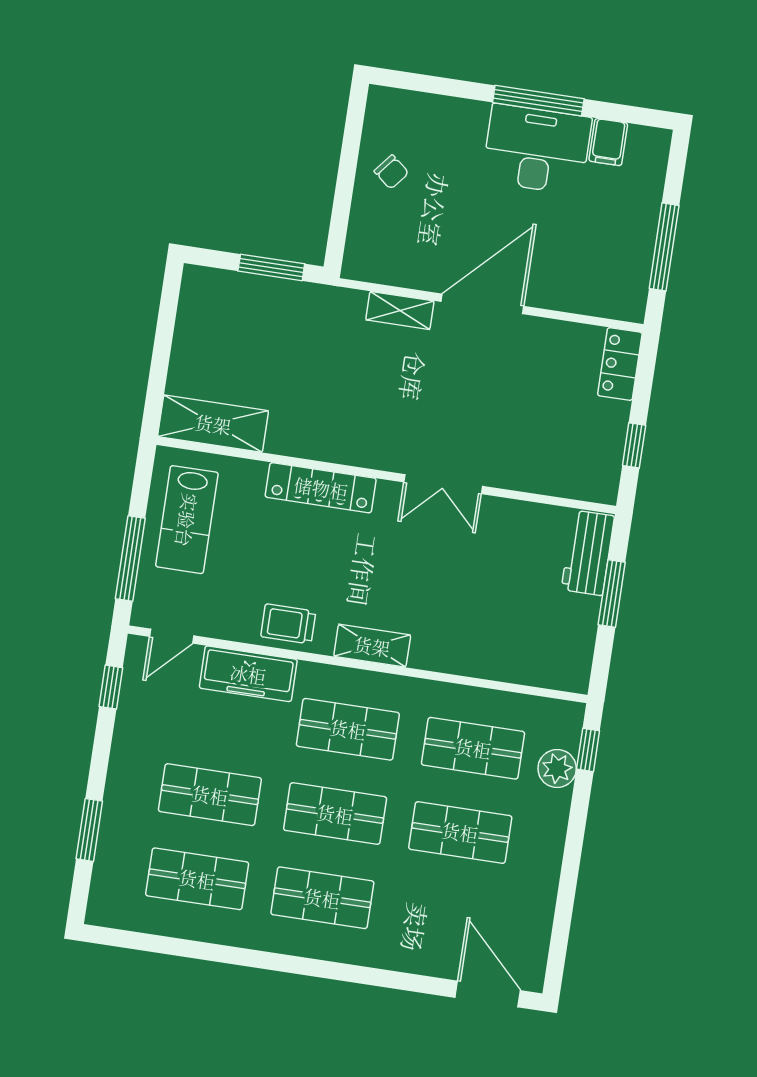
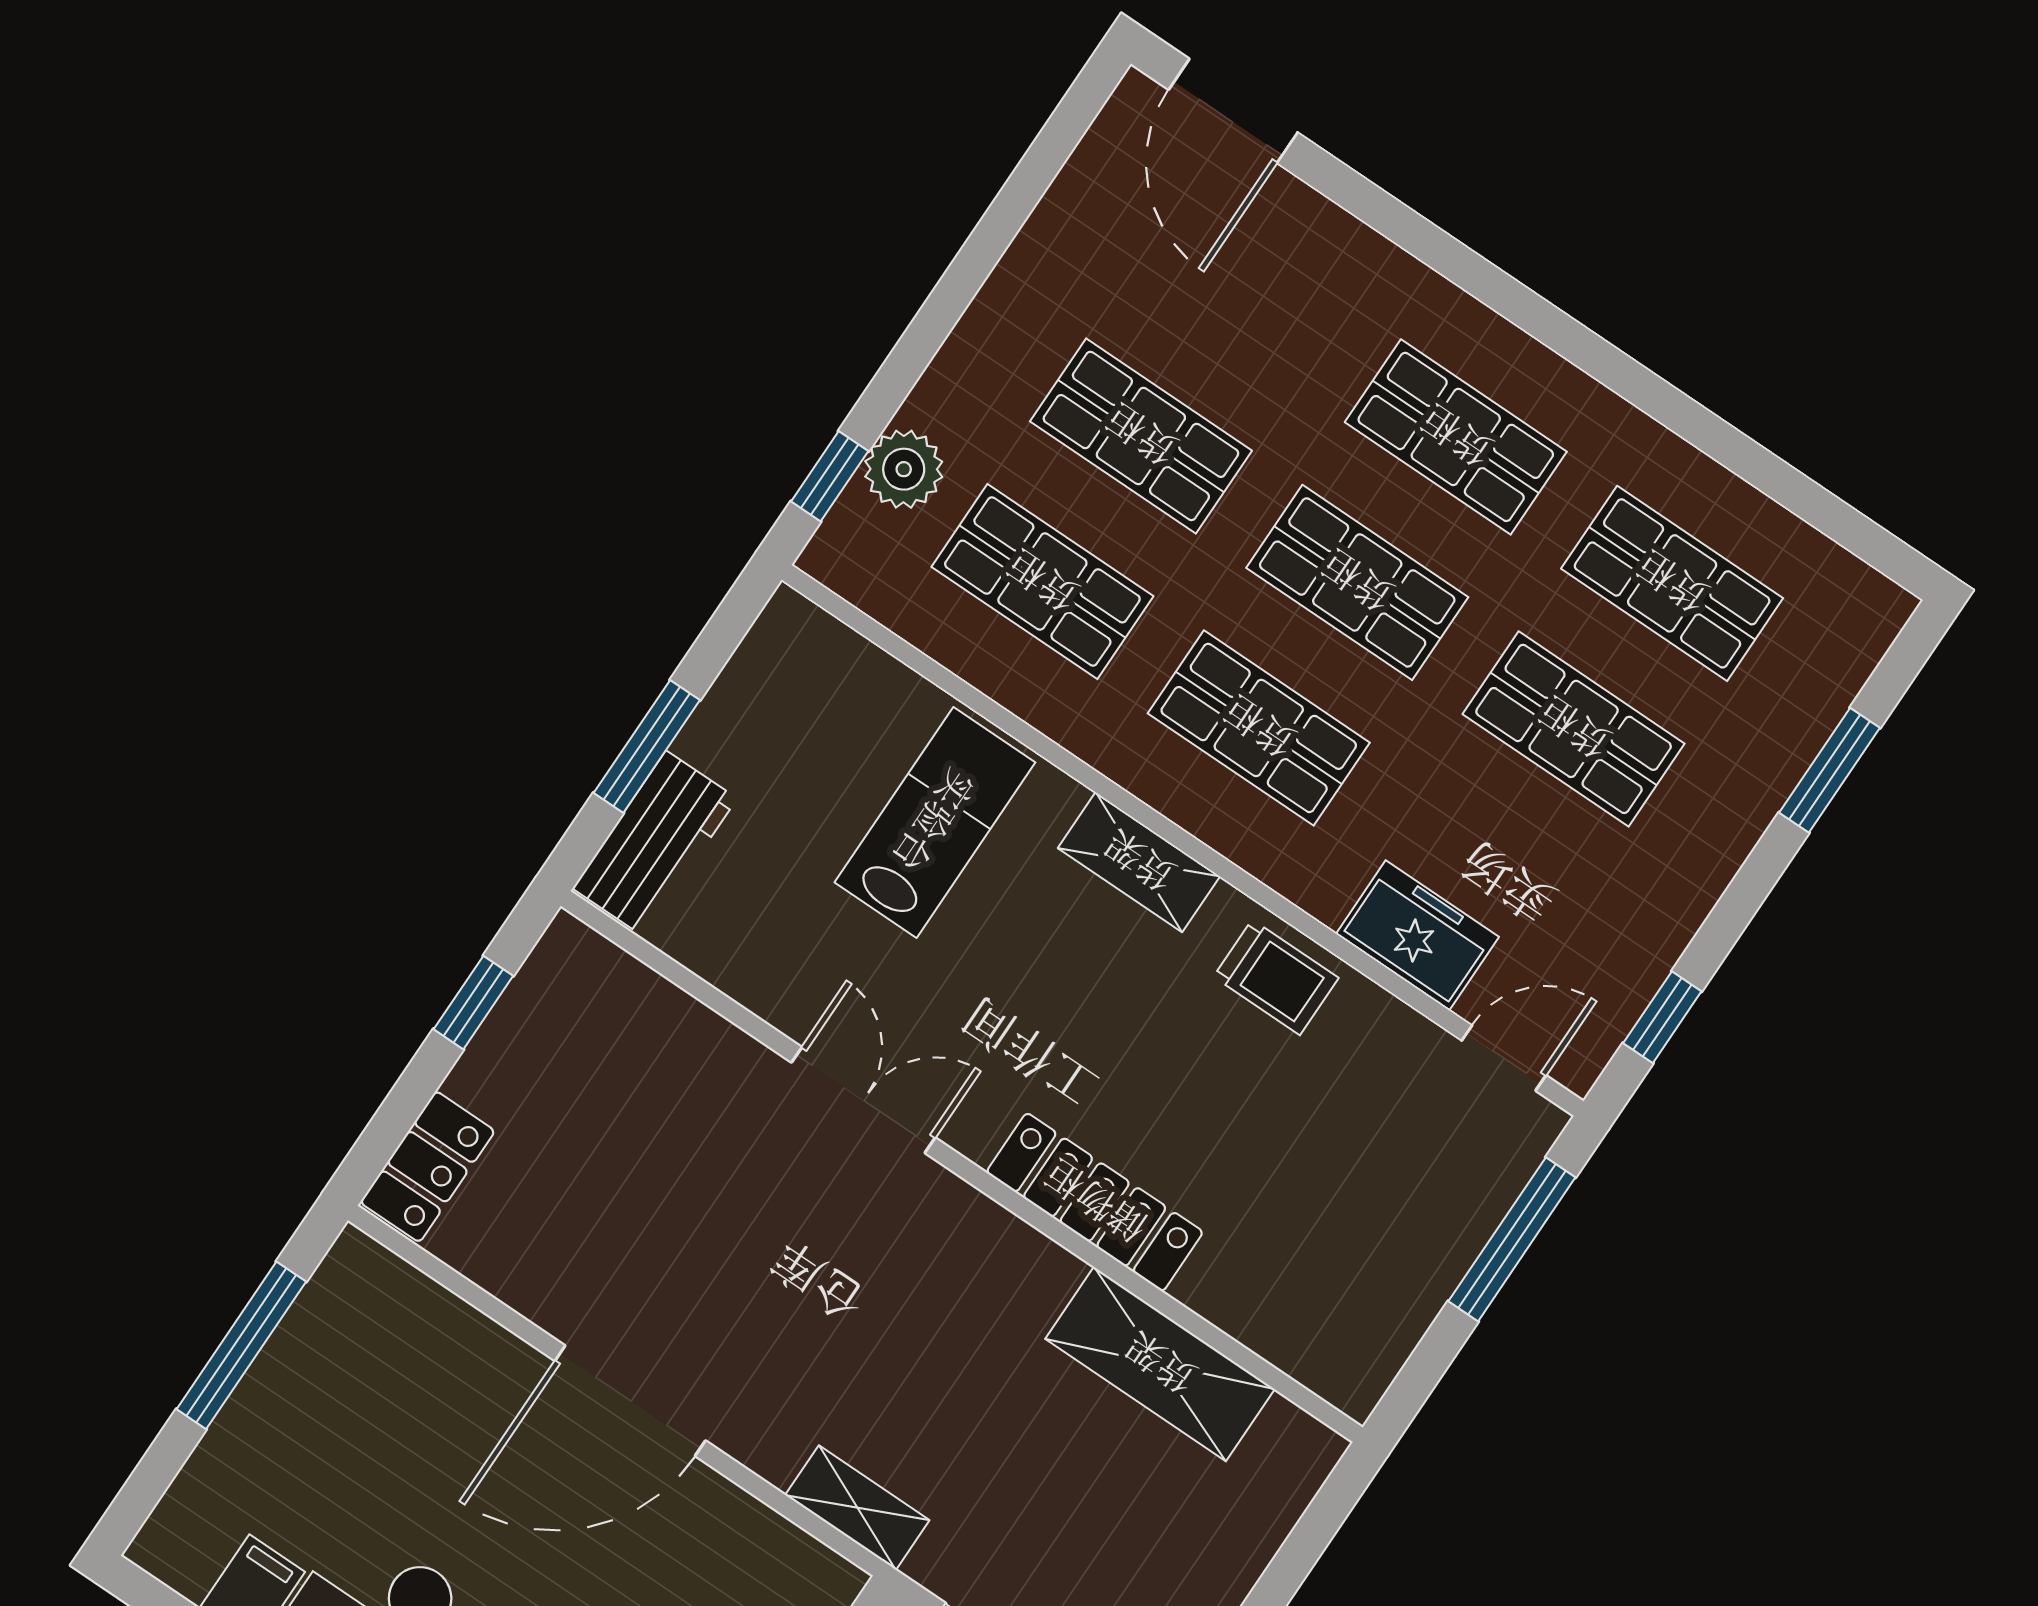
shelving: (400, 310) -> (857, 1508), moved
shelving: (213, 424) -> (1160, 1364), moved
lab bench: (187, 520) -> (935, 822), moved
freezer: (248, 674) -> (1417, 935), width x0.71

